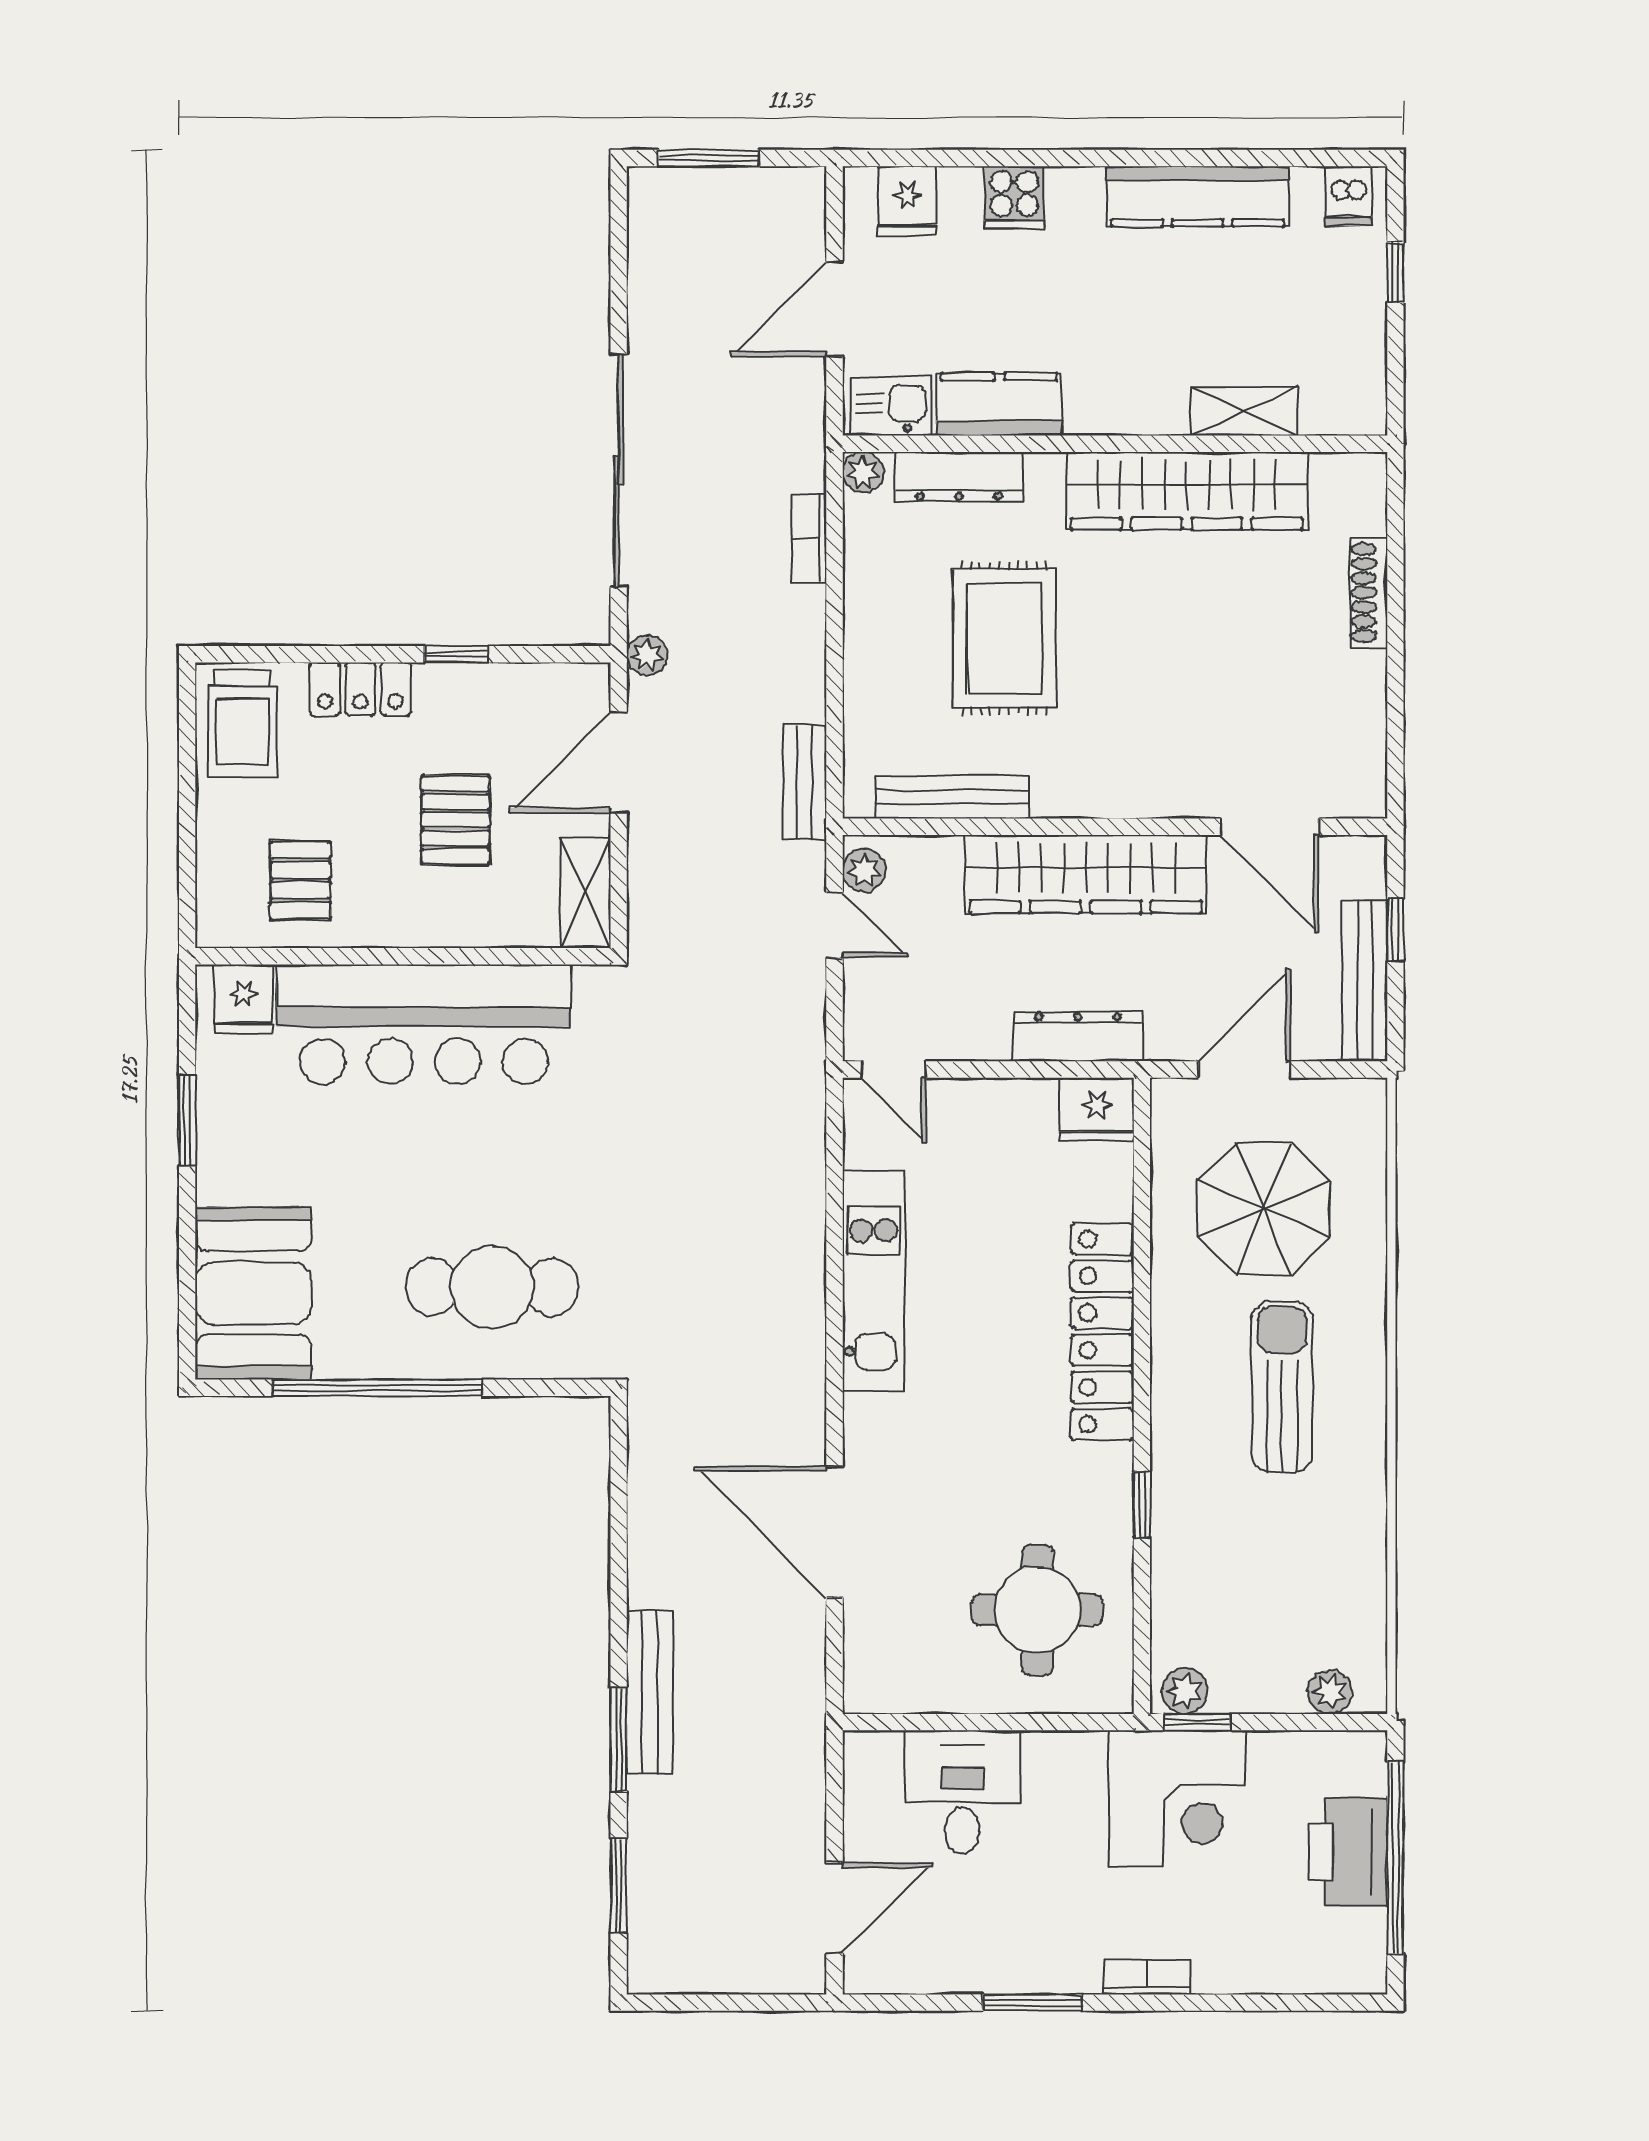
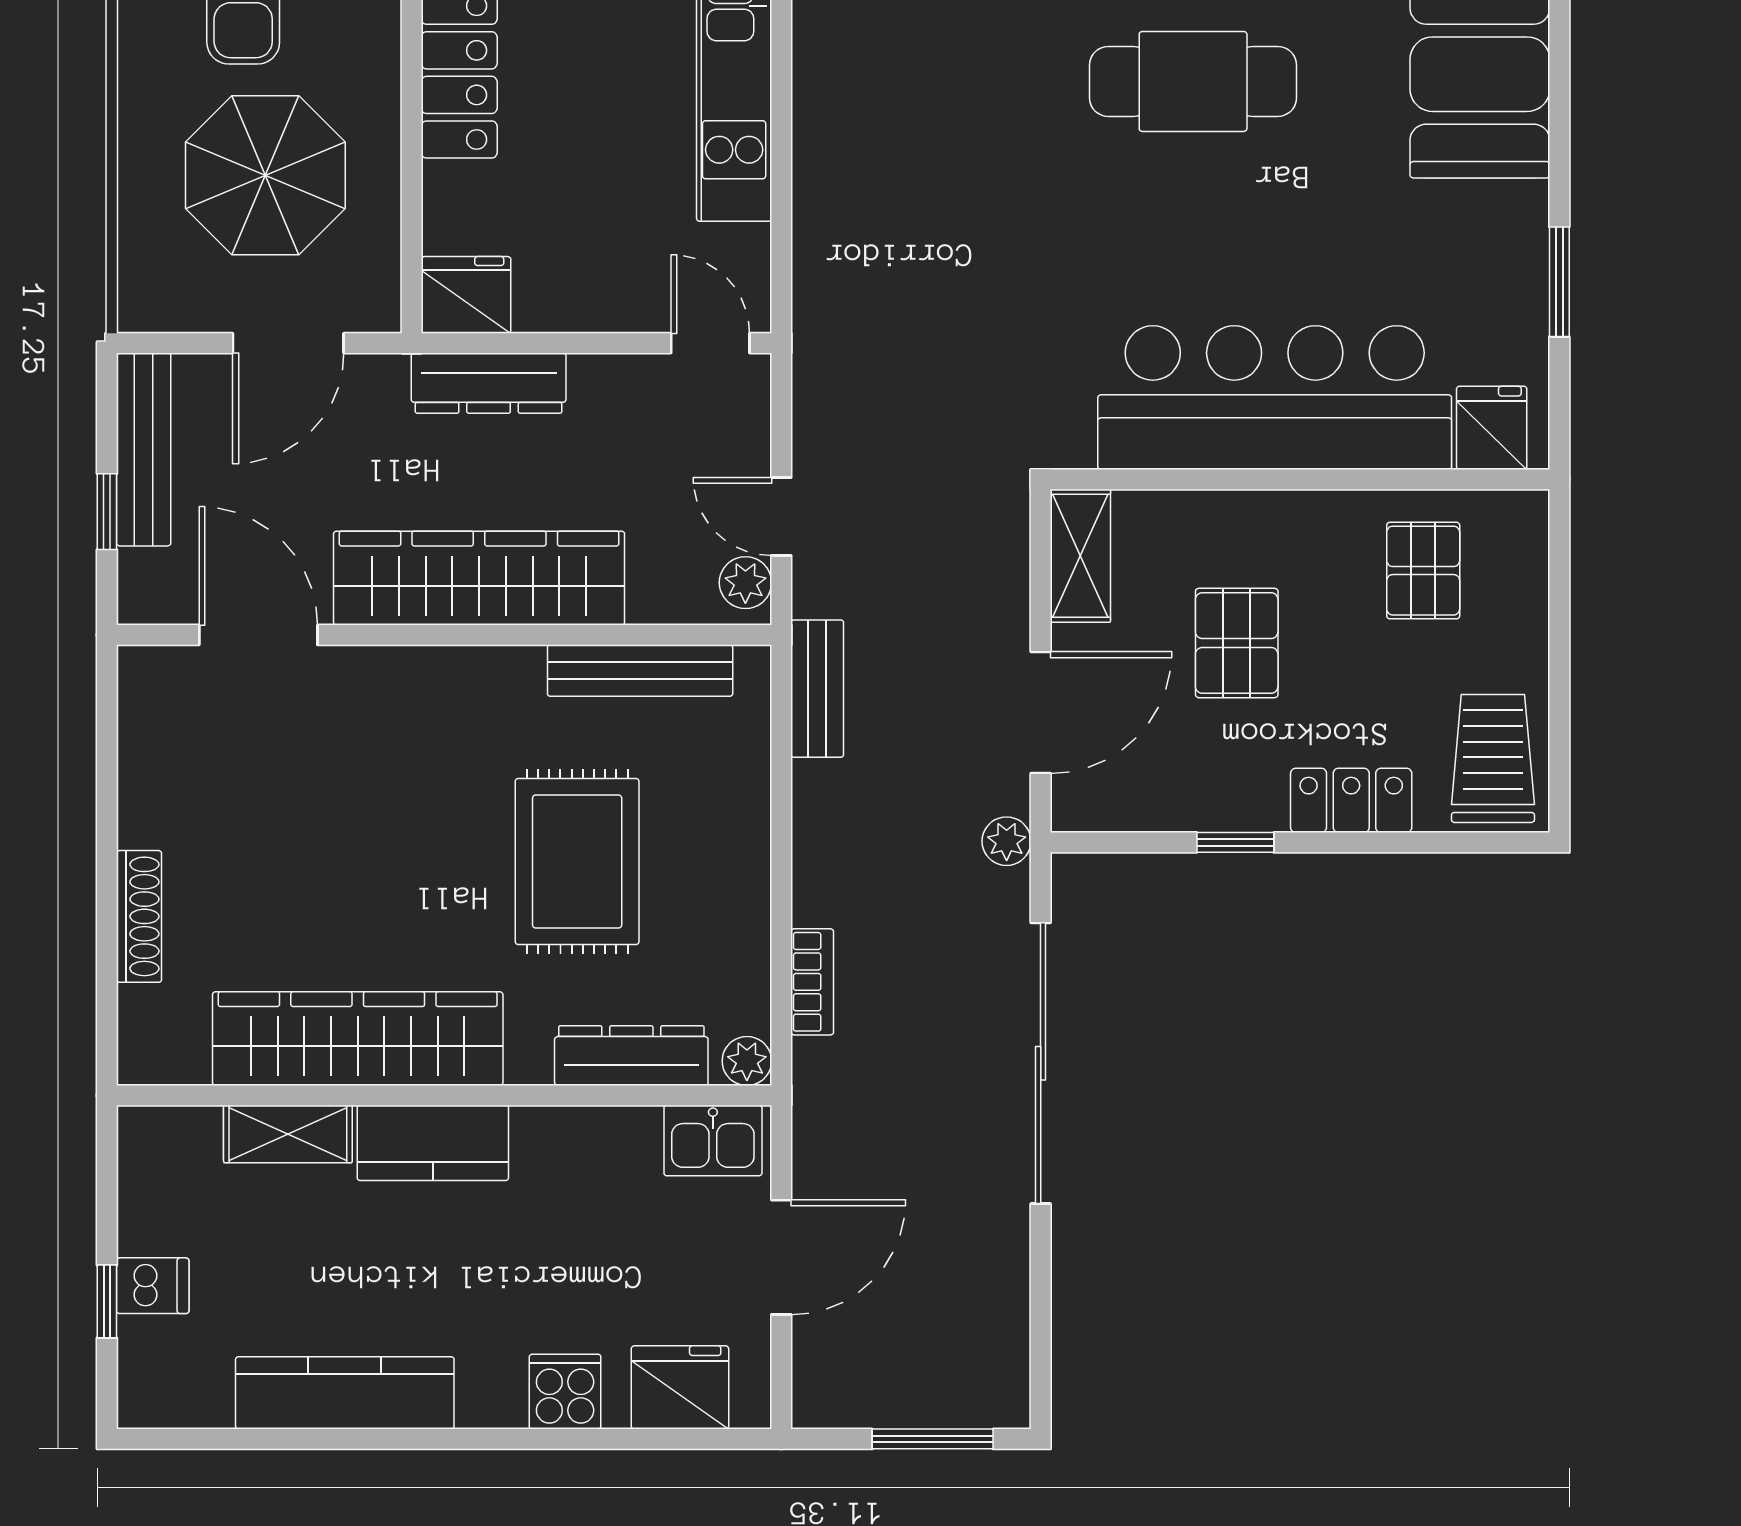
dishwasher: (1348, 196) -> (153, 1286), moved, turned 90
fridge: (907, 201) -> (680, 1387), width x1.38
kitchen counter: (999, 404) -> (433, 1143), moved

